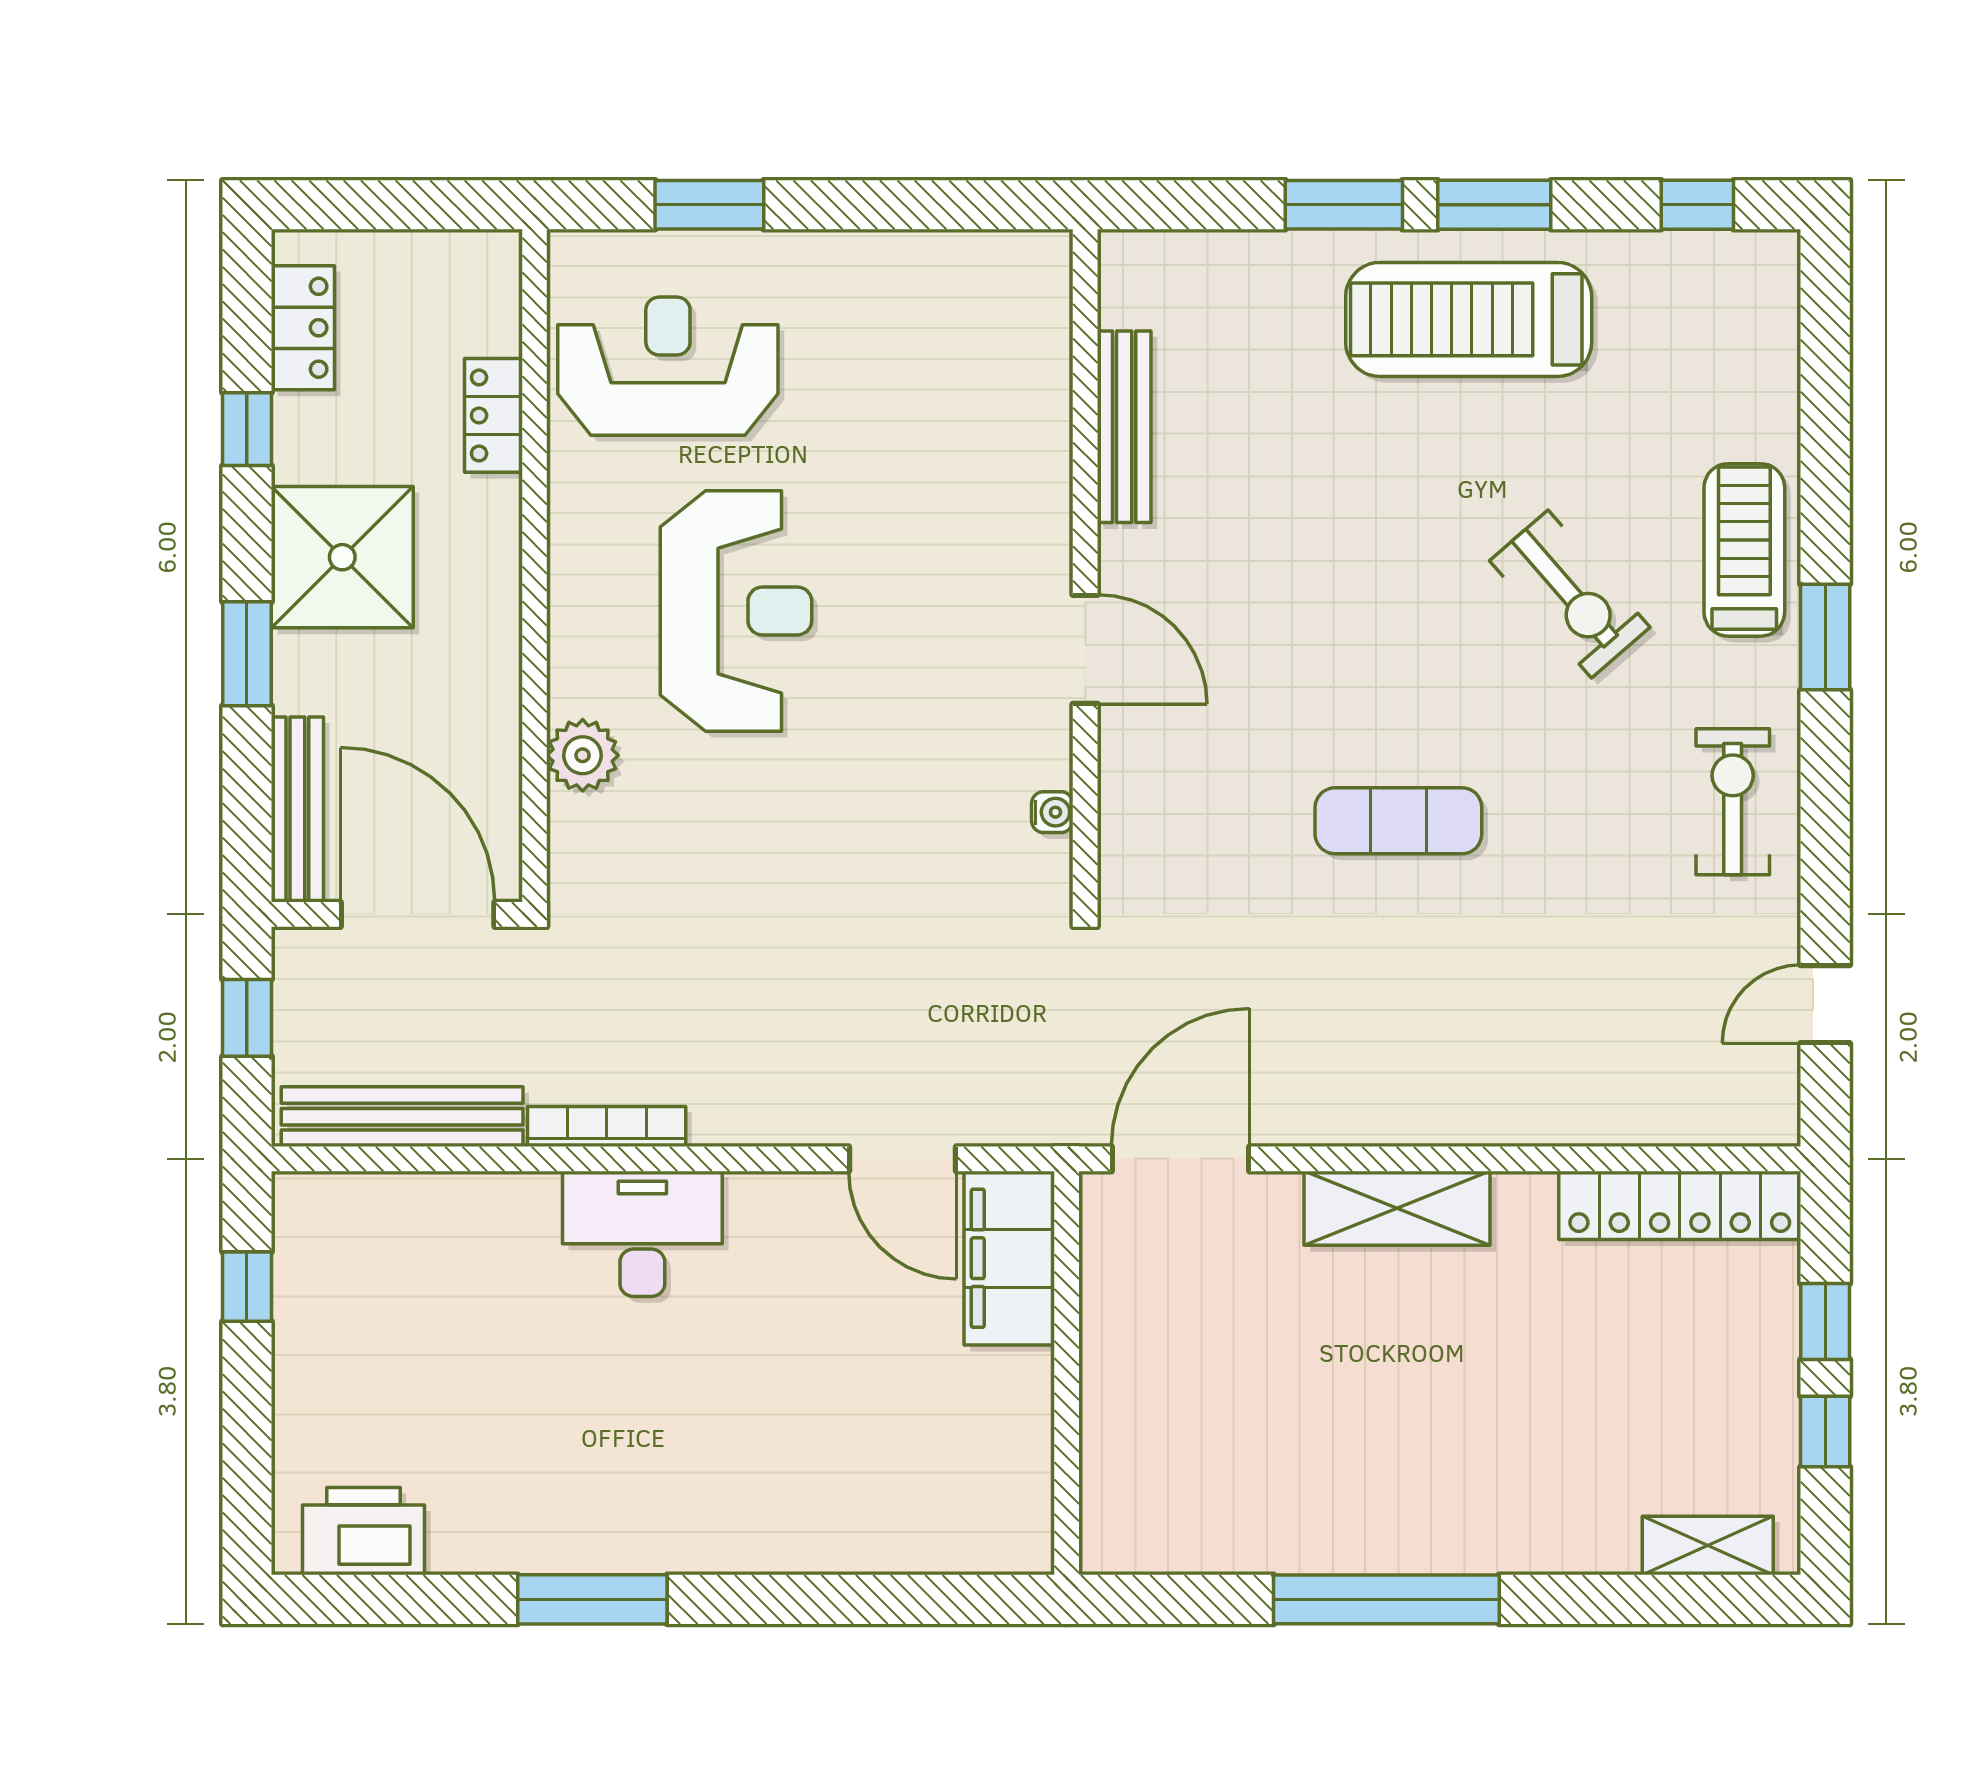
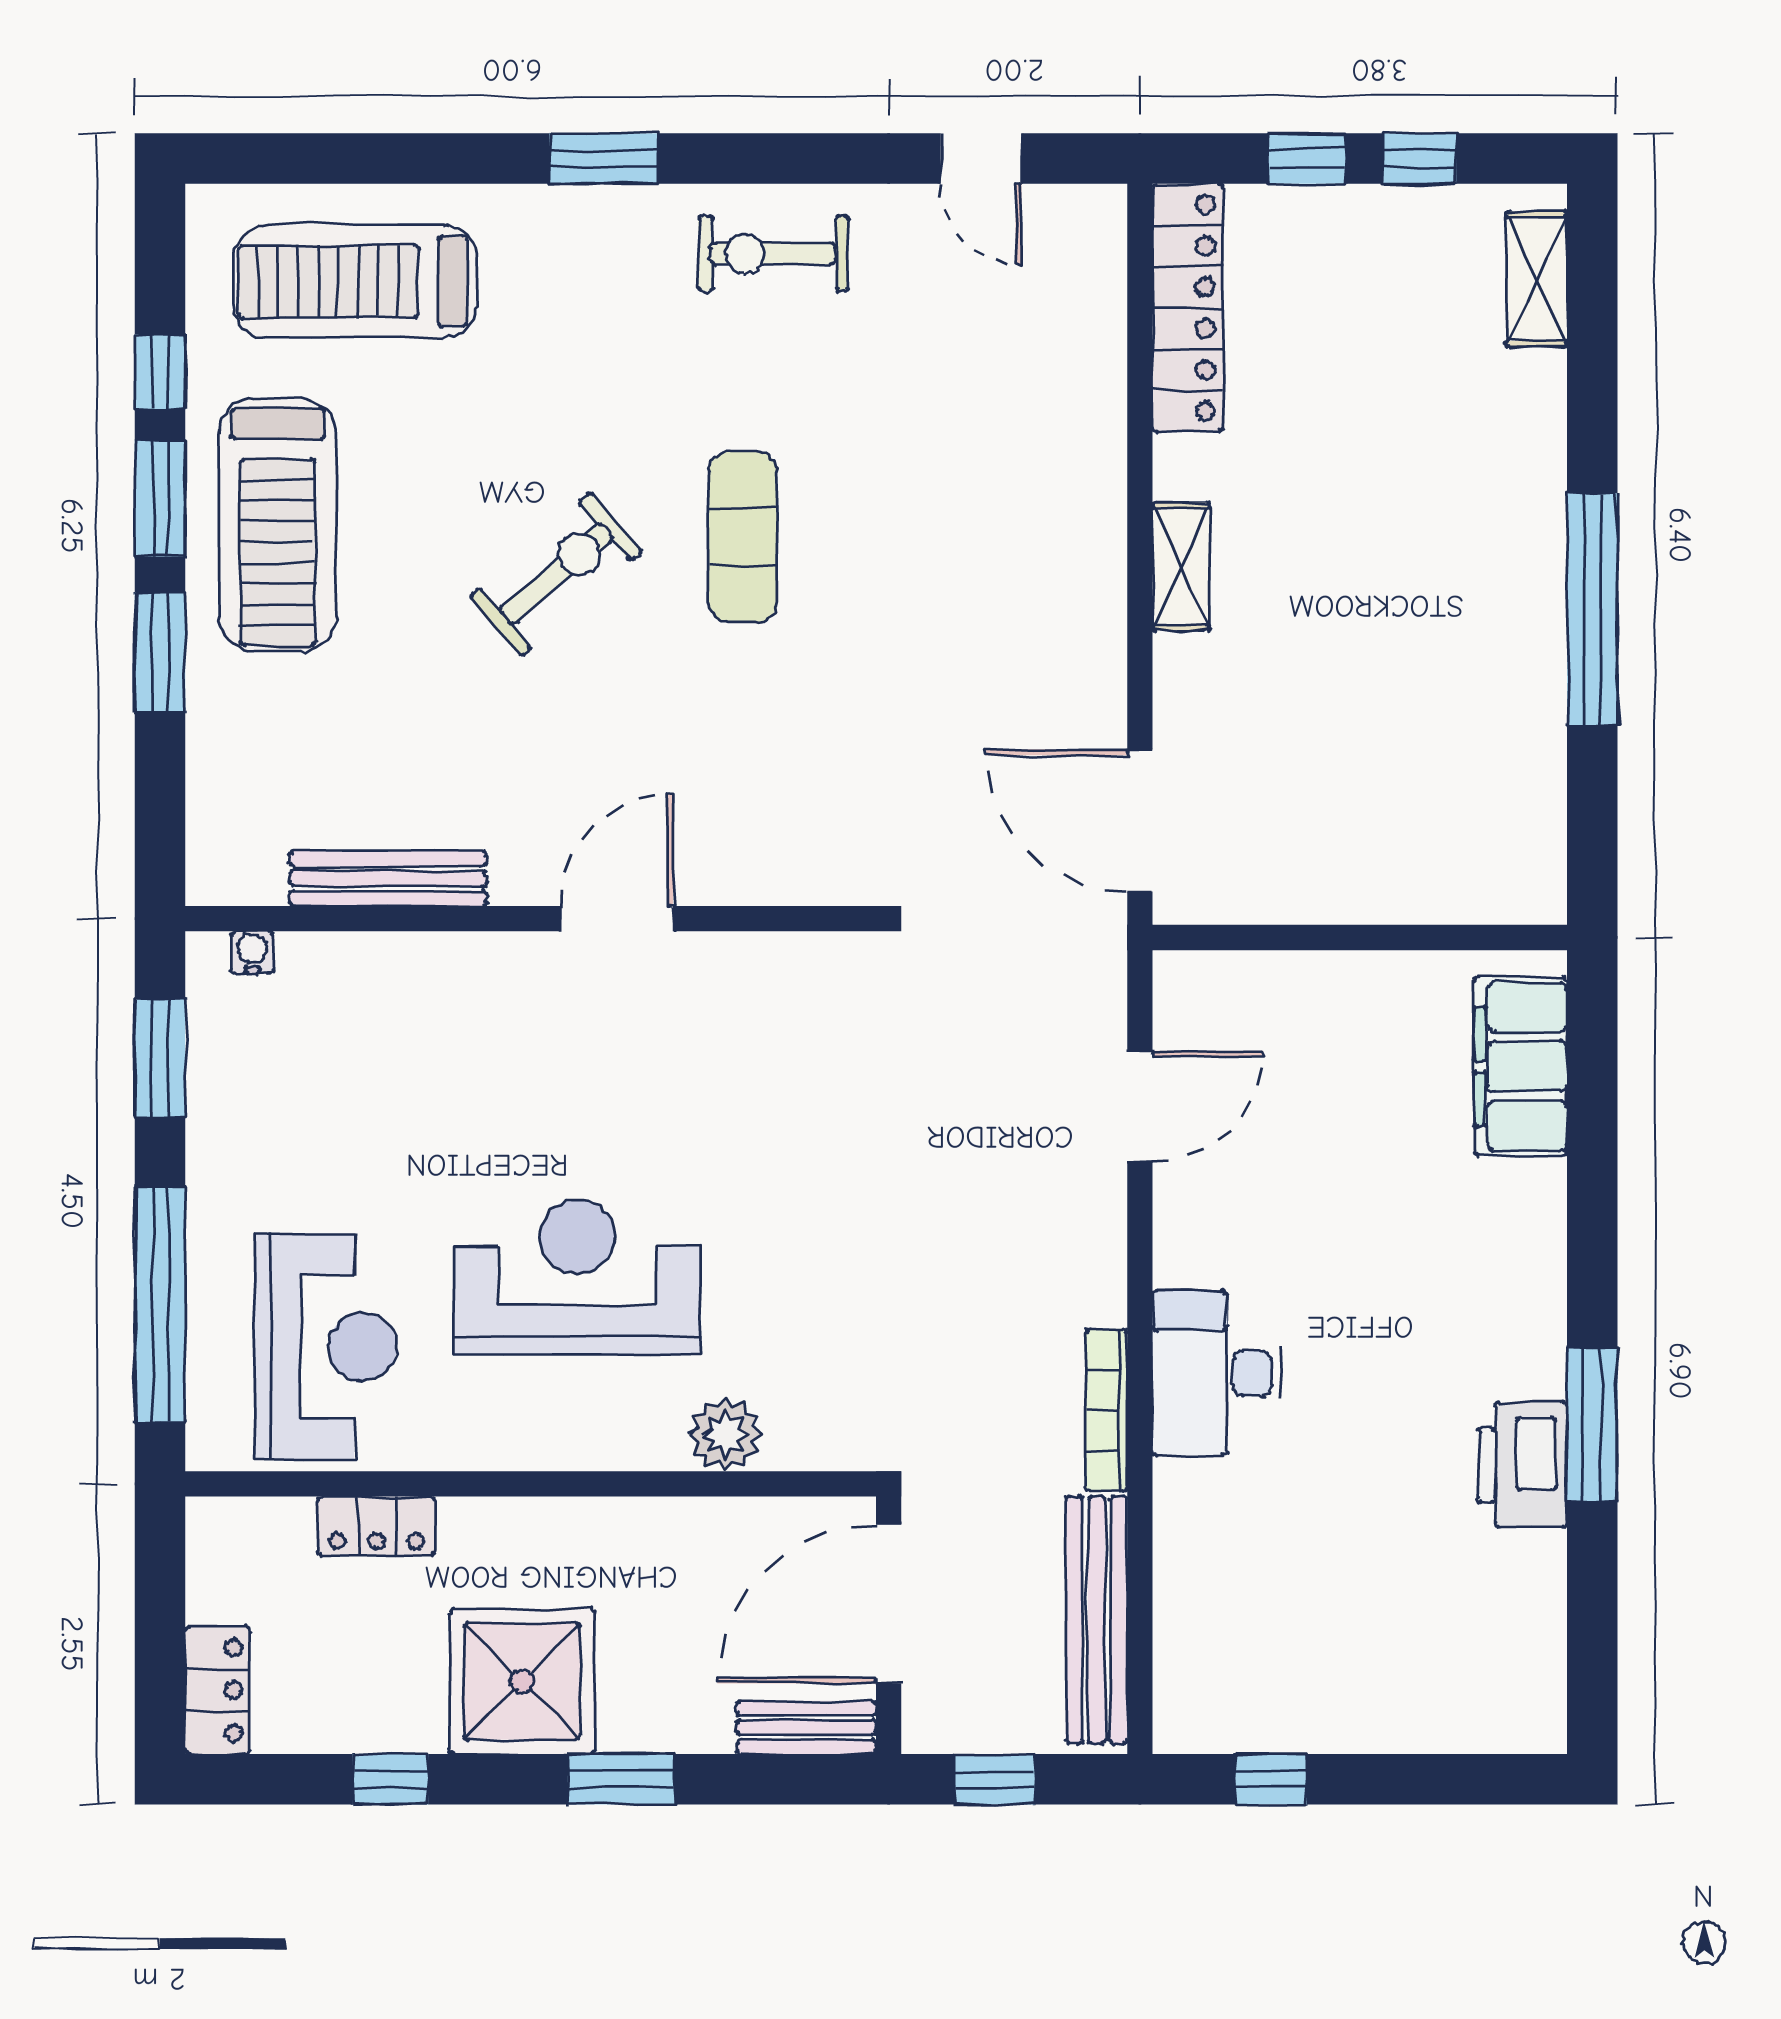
window: (709, 205) -> (160, 1304), width x2.11
window: (949, 205) -> (160, 1058), added
window: (1697, 205) -> (160, 372), moved
locker: (303, 328) -> (217, 1690), moved, turned 90
reception desk: (668, 366) -> (326, 1347), turned 180
treadmill: (1744, 550) -> (355, 281), moved, width x1.37, depth x1.38
exercise bike: (1570, 594) -> (556, 574), moved
bench: (297, 809) -> (806, 1727), width x0.73
water cooler: (1052, 812) -> (252, 952), moved
exercise mat: (1398, 821) -> (743, 537), moved
shelving: (1397, 1208) -> (1181, 566), width x0.67, depth x0.75
filing cabinet: (1009, 1258) -> (1521, 1066), moved, turned 90
printer: (364, 1531) -> (1522, 1465), moved

